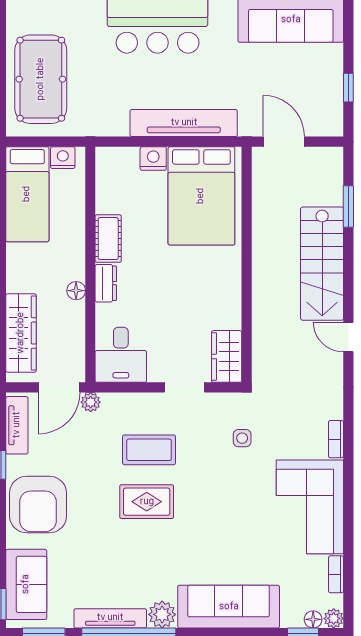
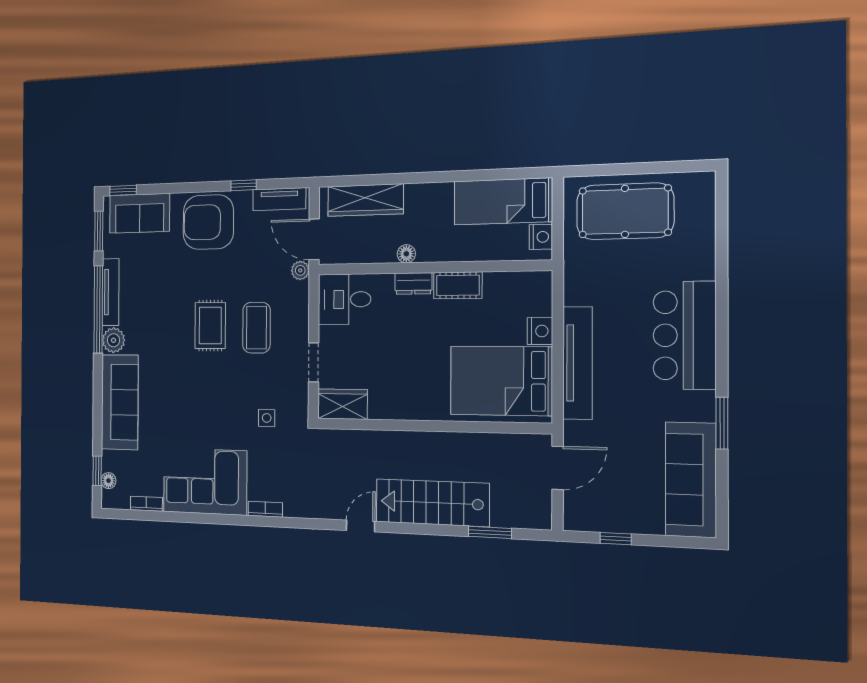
plant: (334, 618) -> (109, 500), removed

